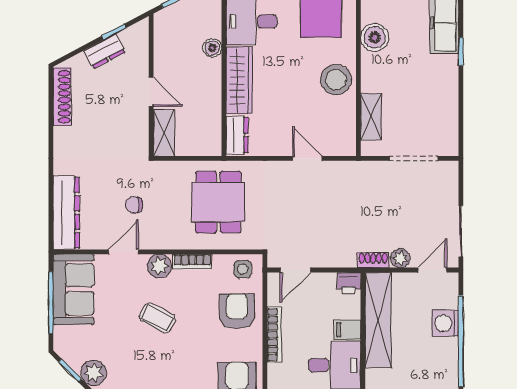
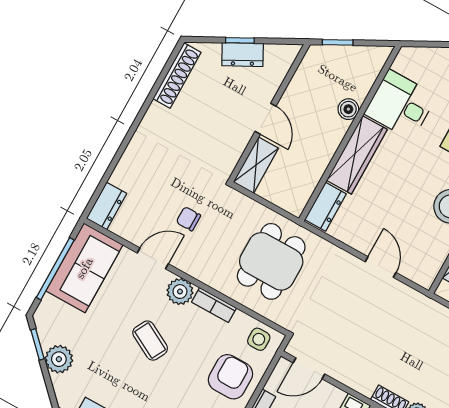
window: (114, 32) -> (240, 40), moved
dresser: (66, 213) -> (106, 206), width x0.51, depth x0.80

